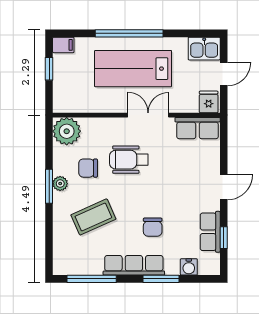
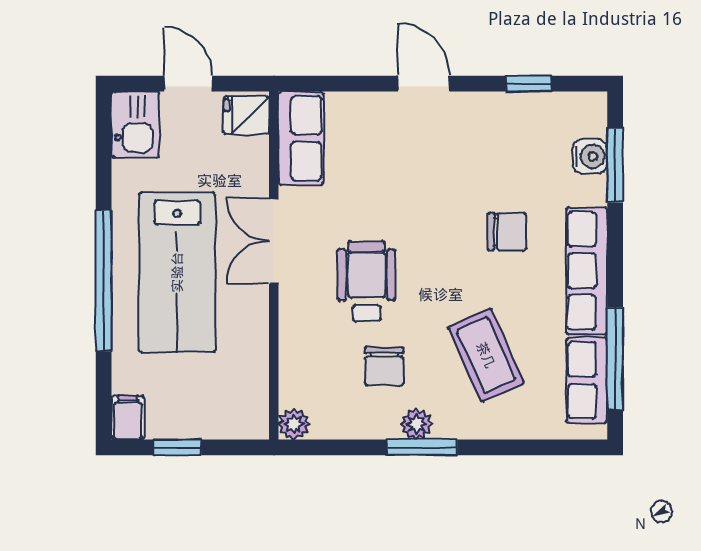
plant: (67, 131) -> (294, 424), width x0.53, depth x0.53
wheelchair: (129, 160) -> (367, 281), turned 180
row of seats: (210, 232) -> (587, 380), moved, turned 90
window: (161, 279) -> (615, 165), moved

